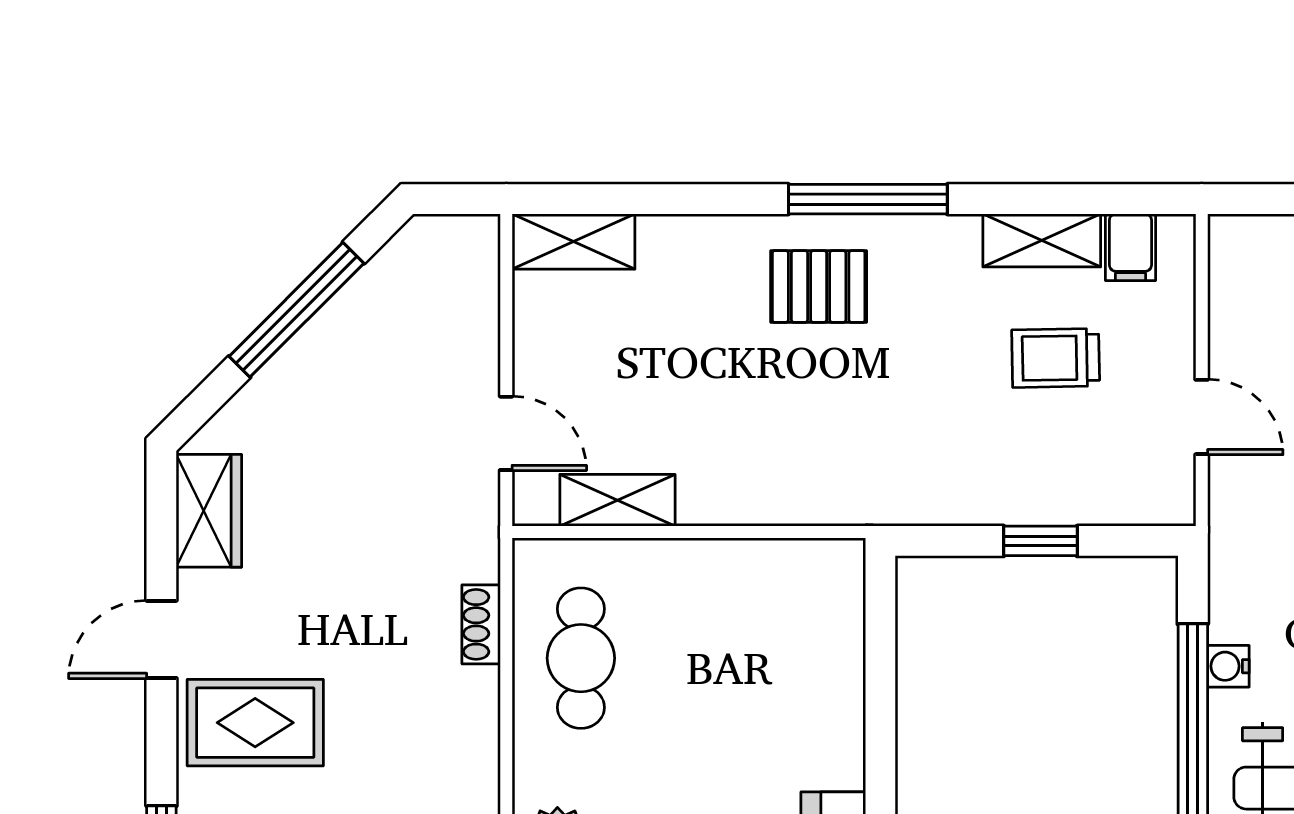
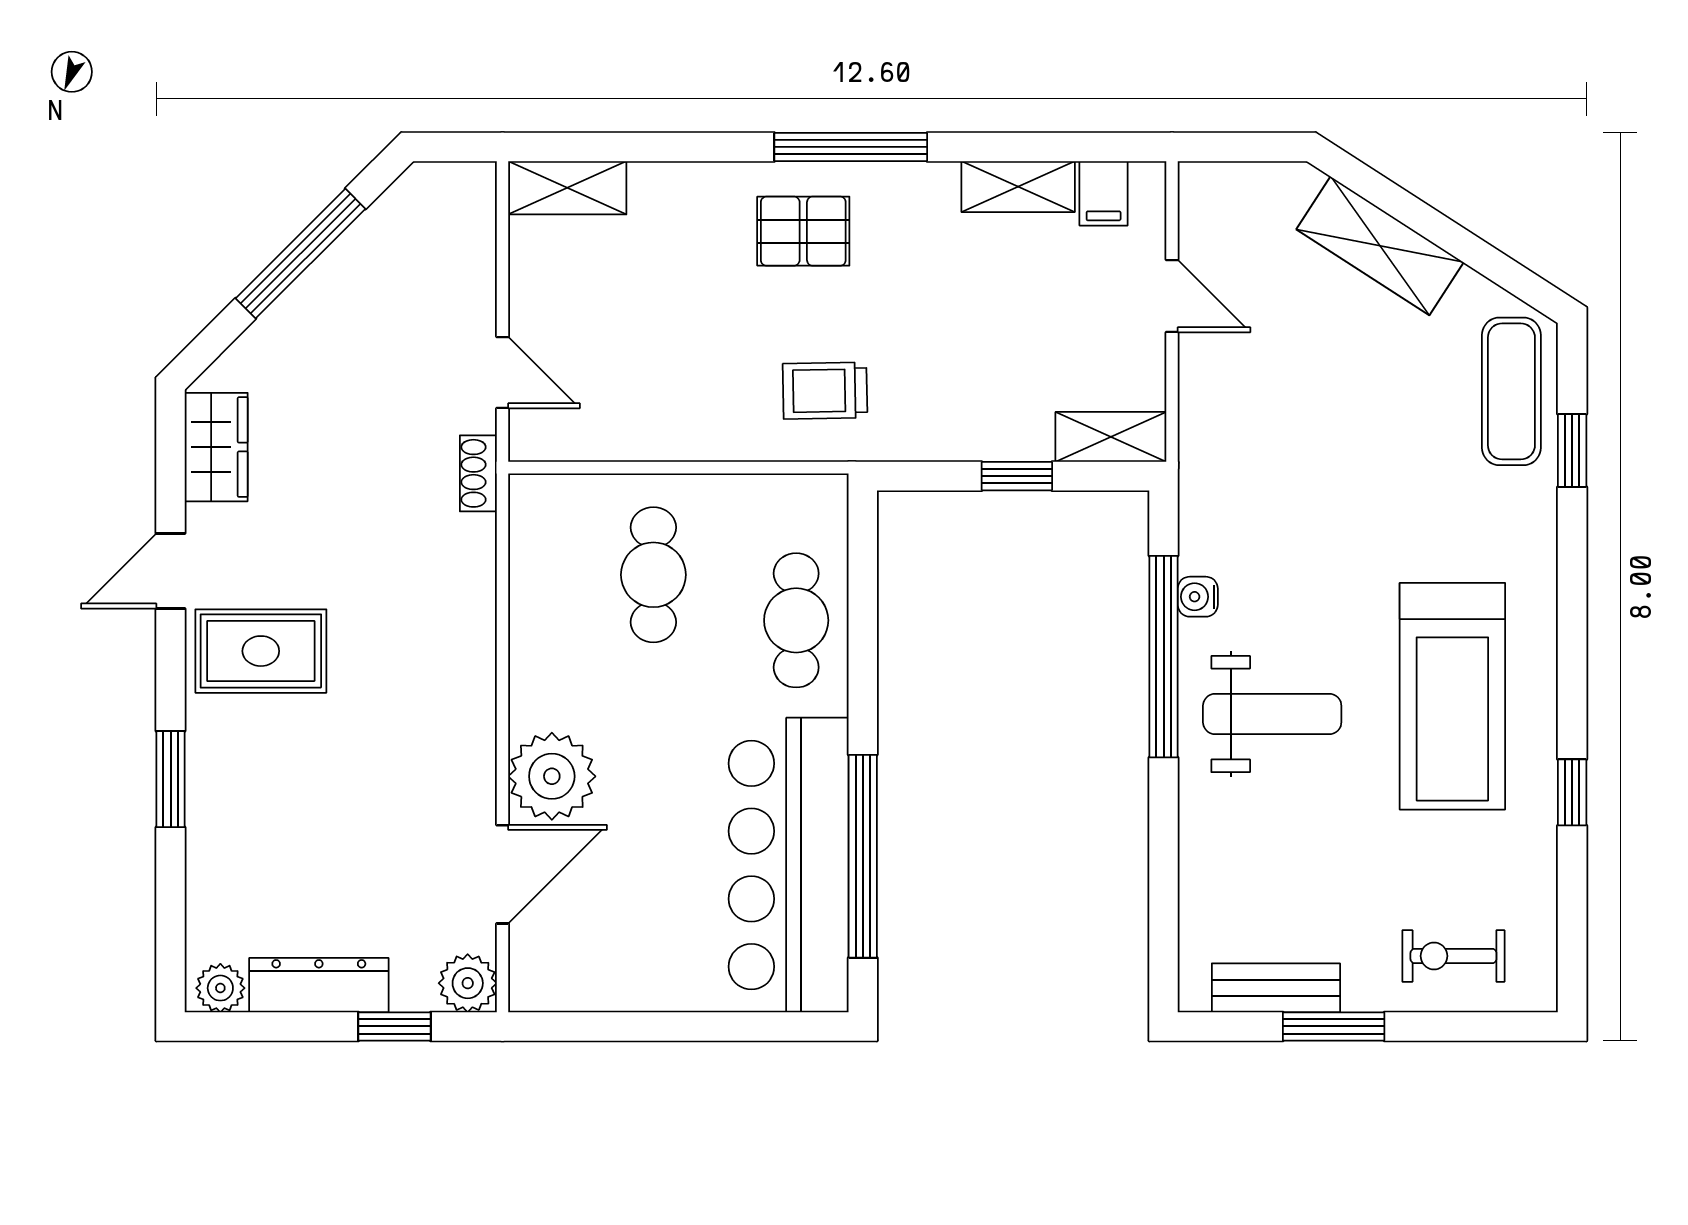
trolley: (1056, 358) -> (825, 391), moved
door: (1202, 417) -> (1172, 296), moved
shelving: (617, 500) -> (1111, 437), moved
shoe rack: (481, 624) -> (478, 473), moved
cafe table: (581, 658) -> (653, 575), moved
cafe table: (811, 691) -> (796, 620), added

